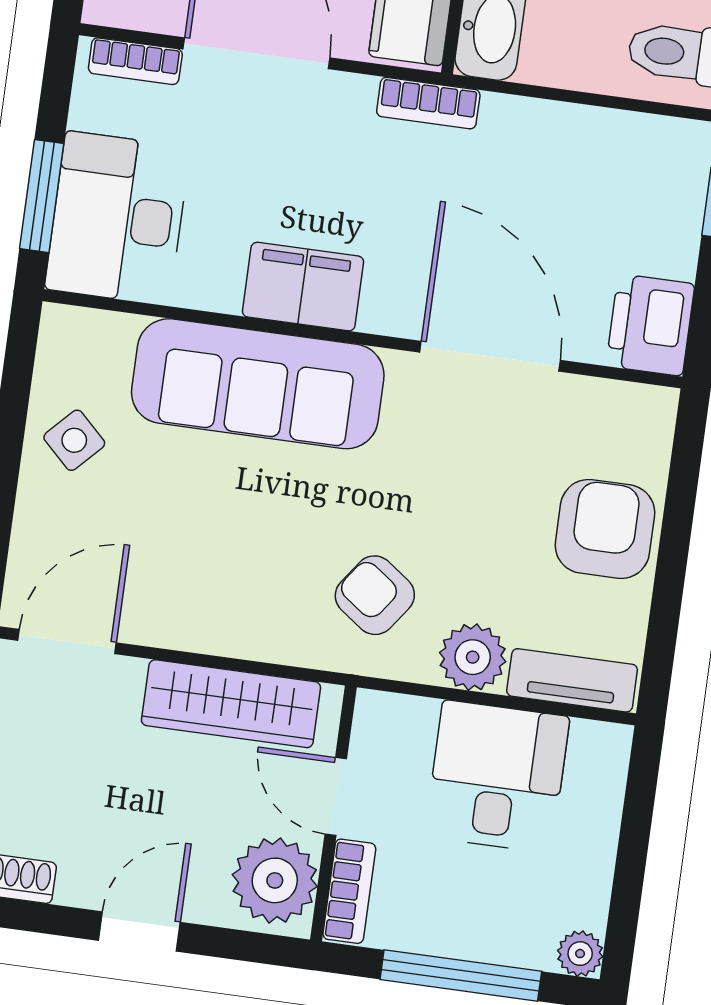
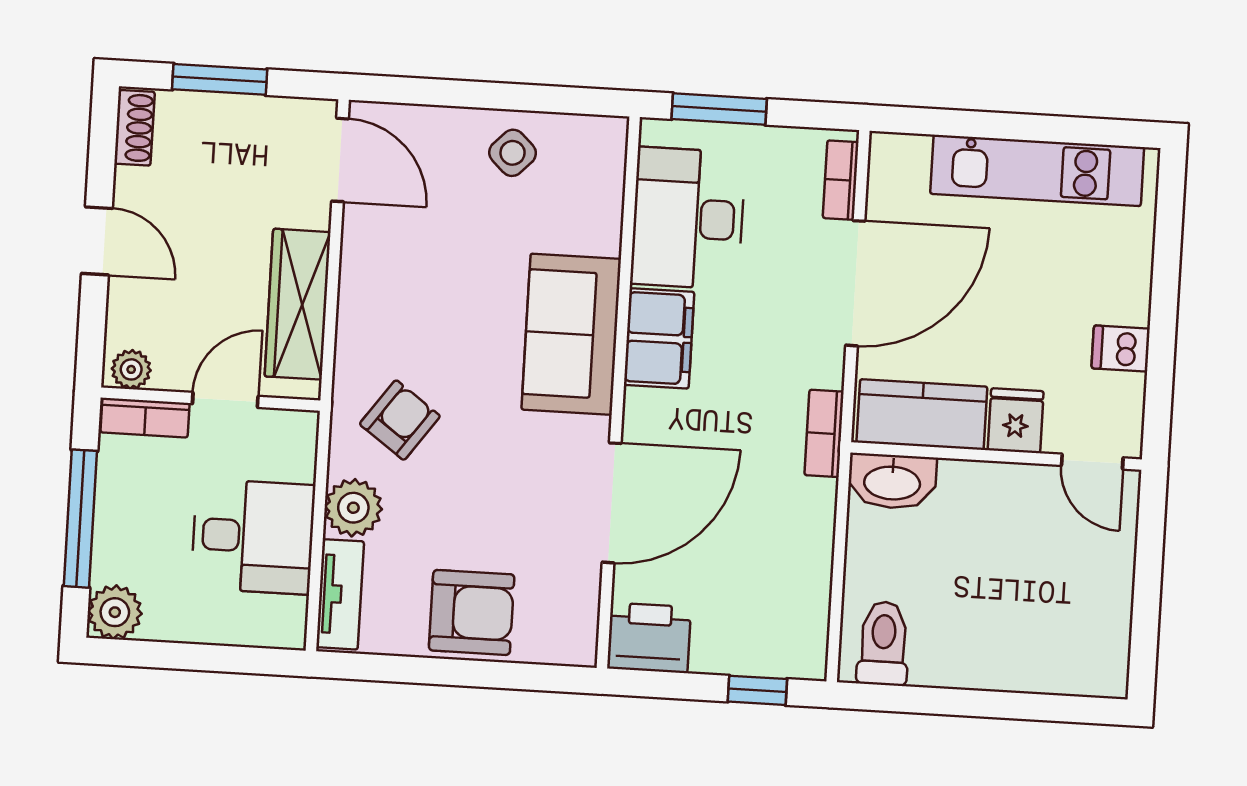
desk: (117, 218) -> (688, 218), moved, turned -90
sofa: (258, 384) -> (571, 334), width x0.73
plant: (275, 880) -> (131, 369), width x0.53, depth x0.53
plant: (580, 954) -> (115, 612), width x1.38, depth x1.38

